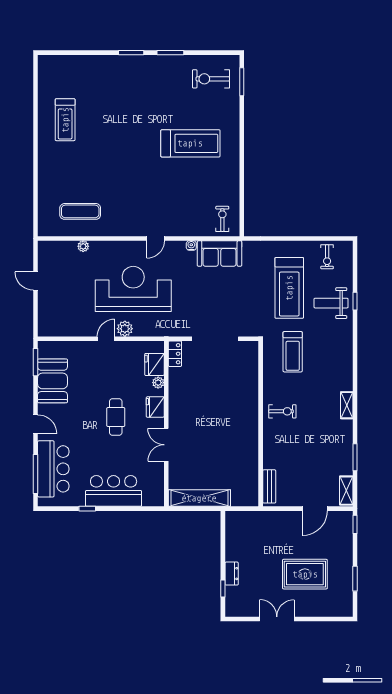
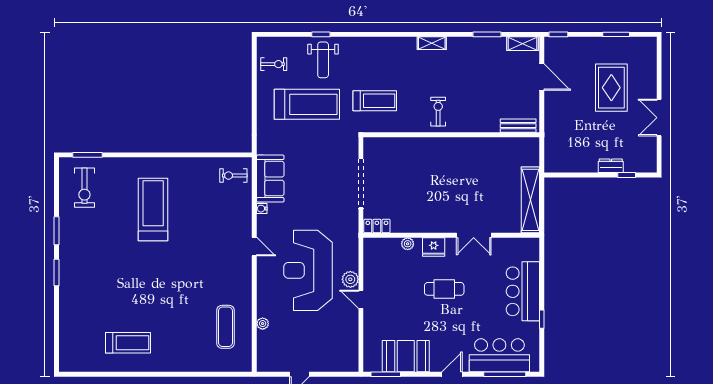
fridge: (154, 364) -> (388, 248), removed

